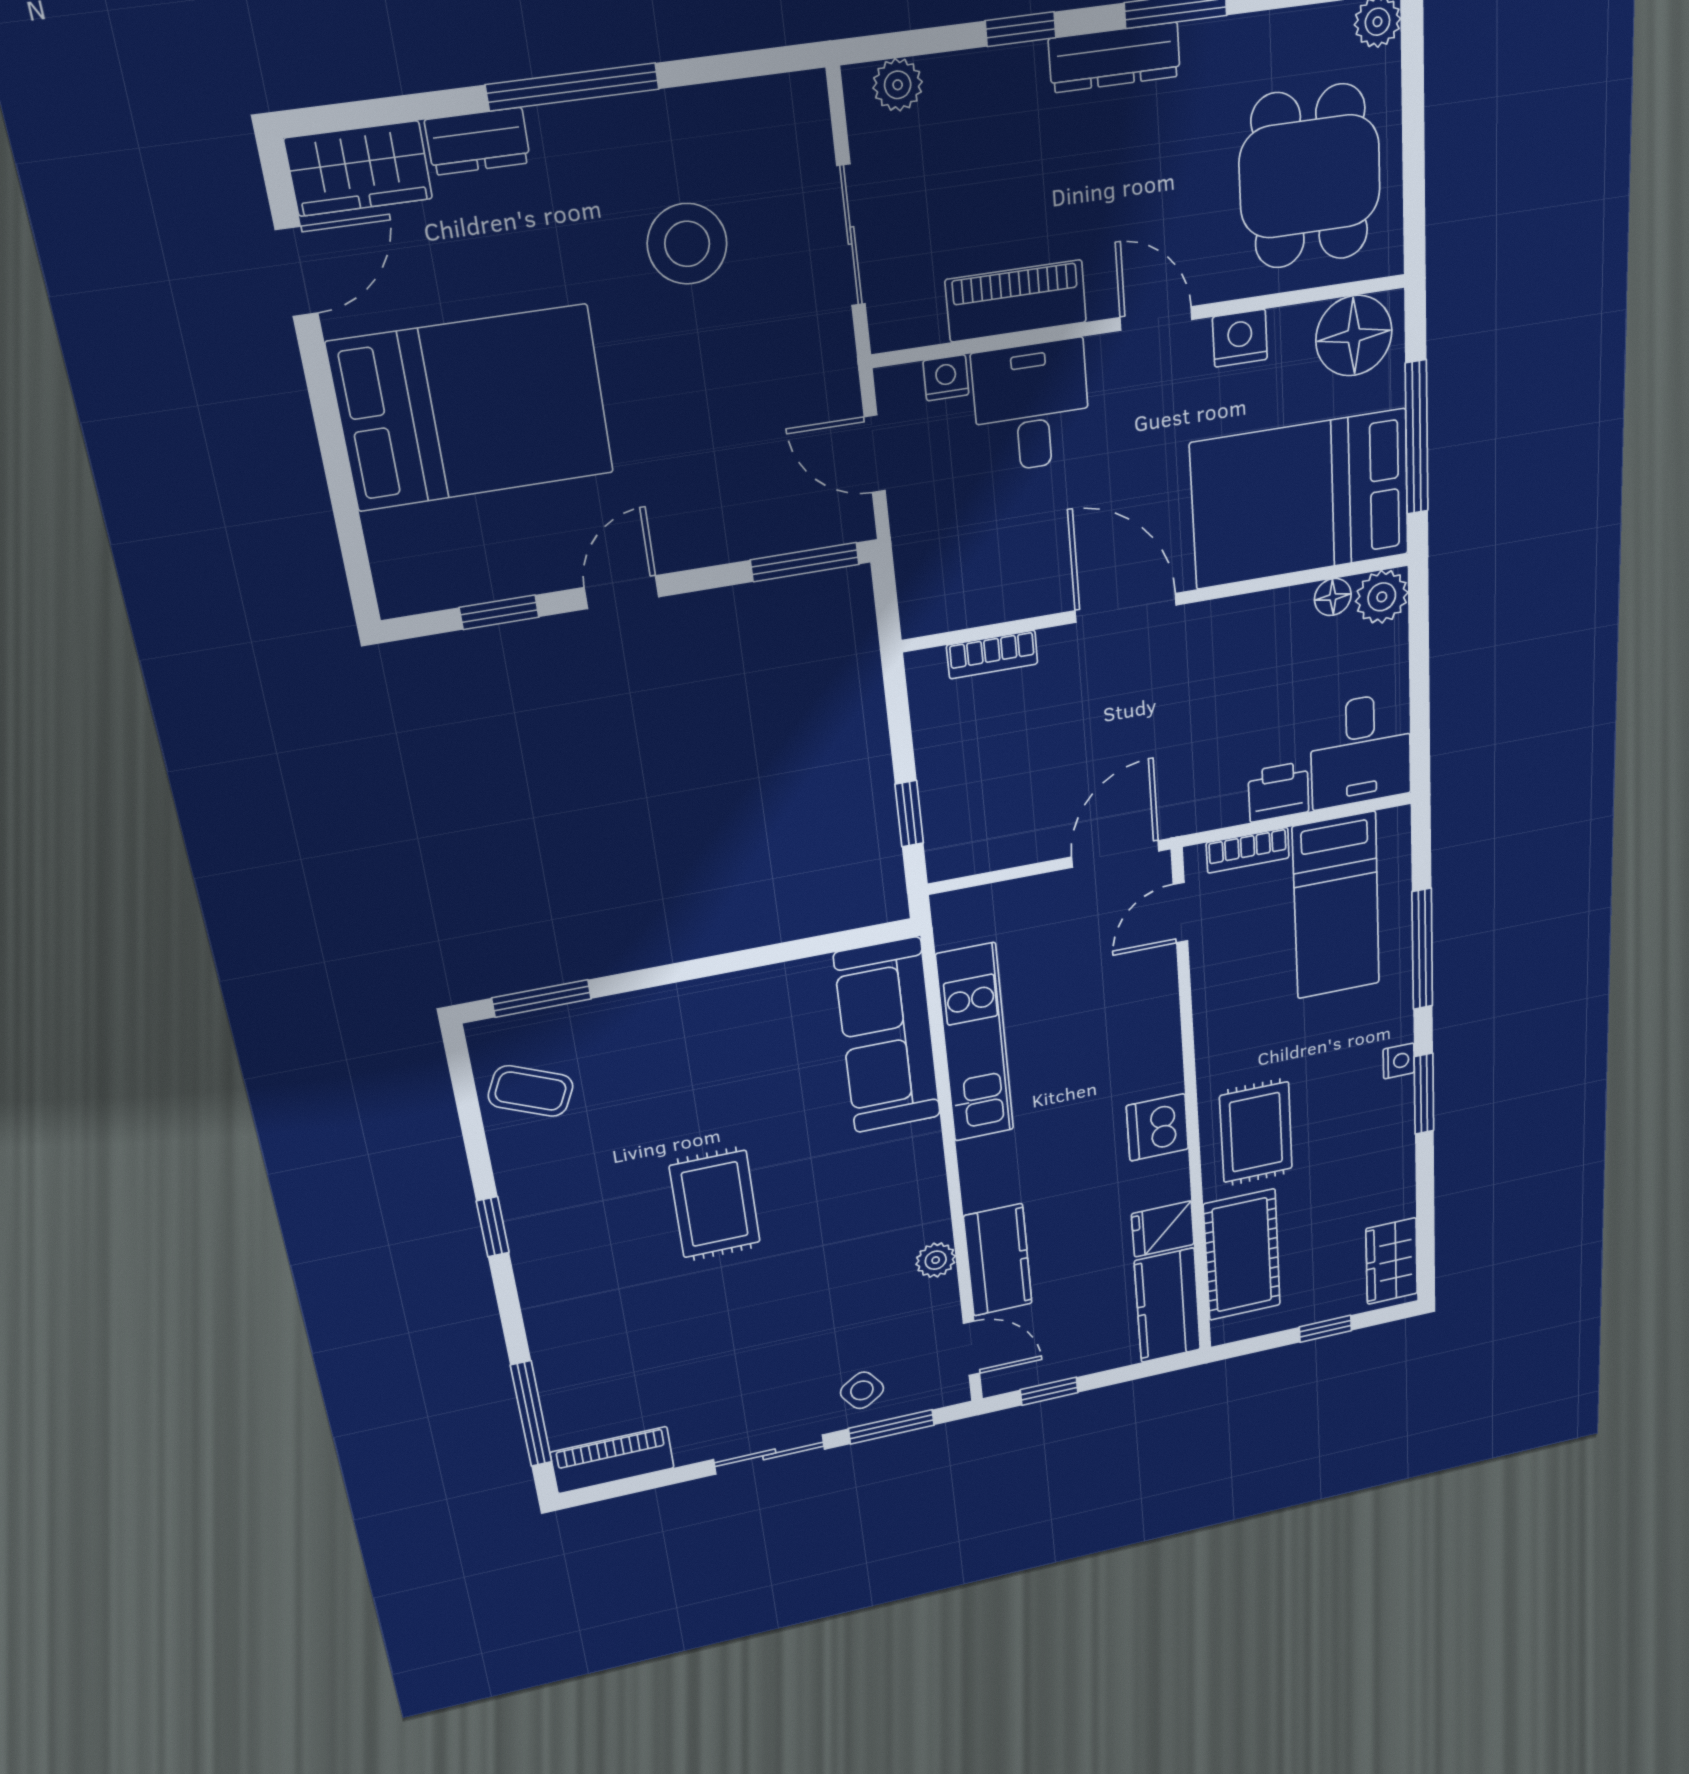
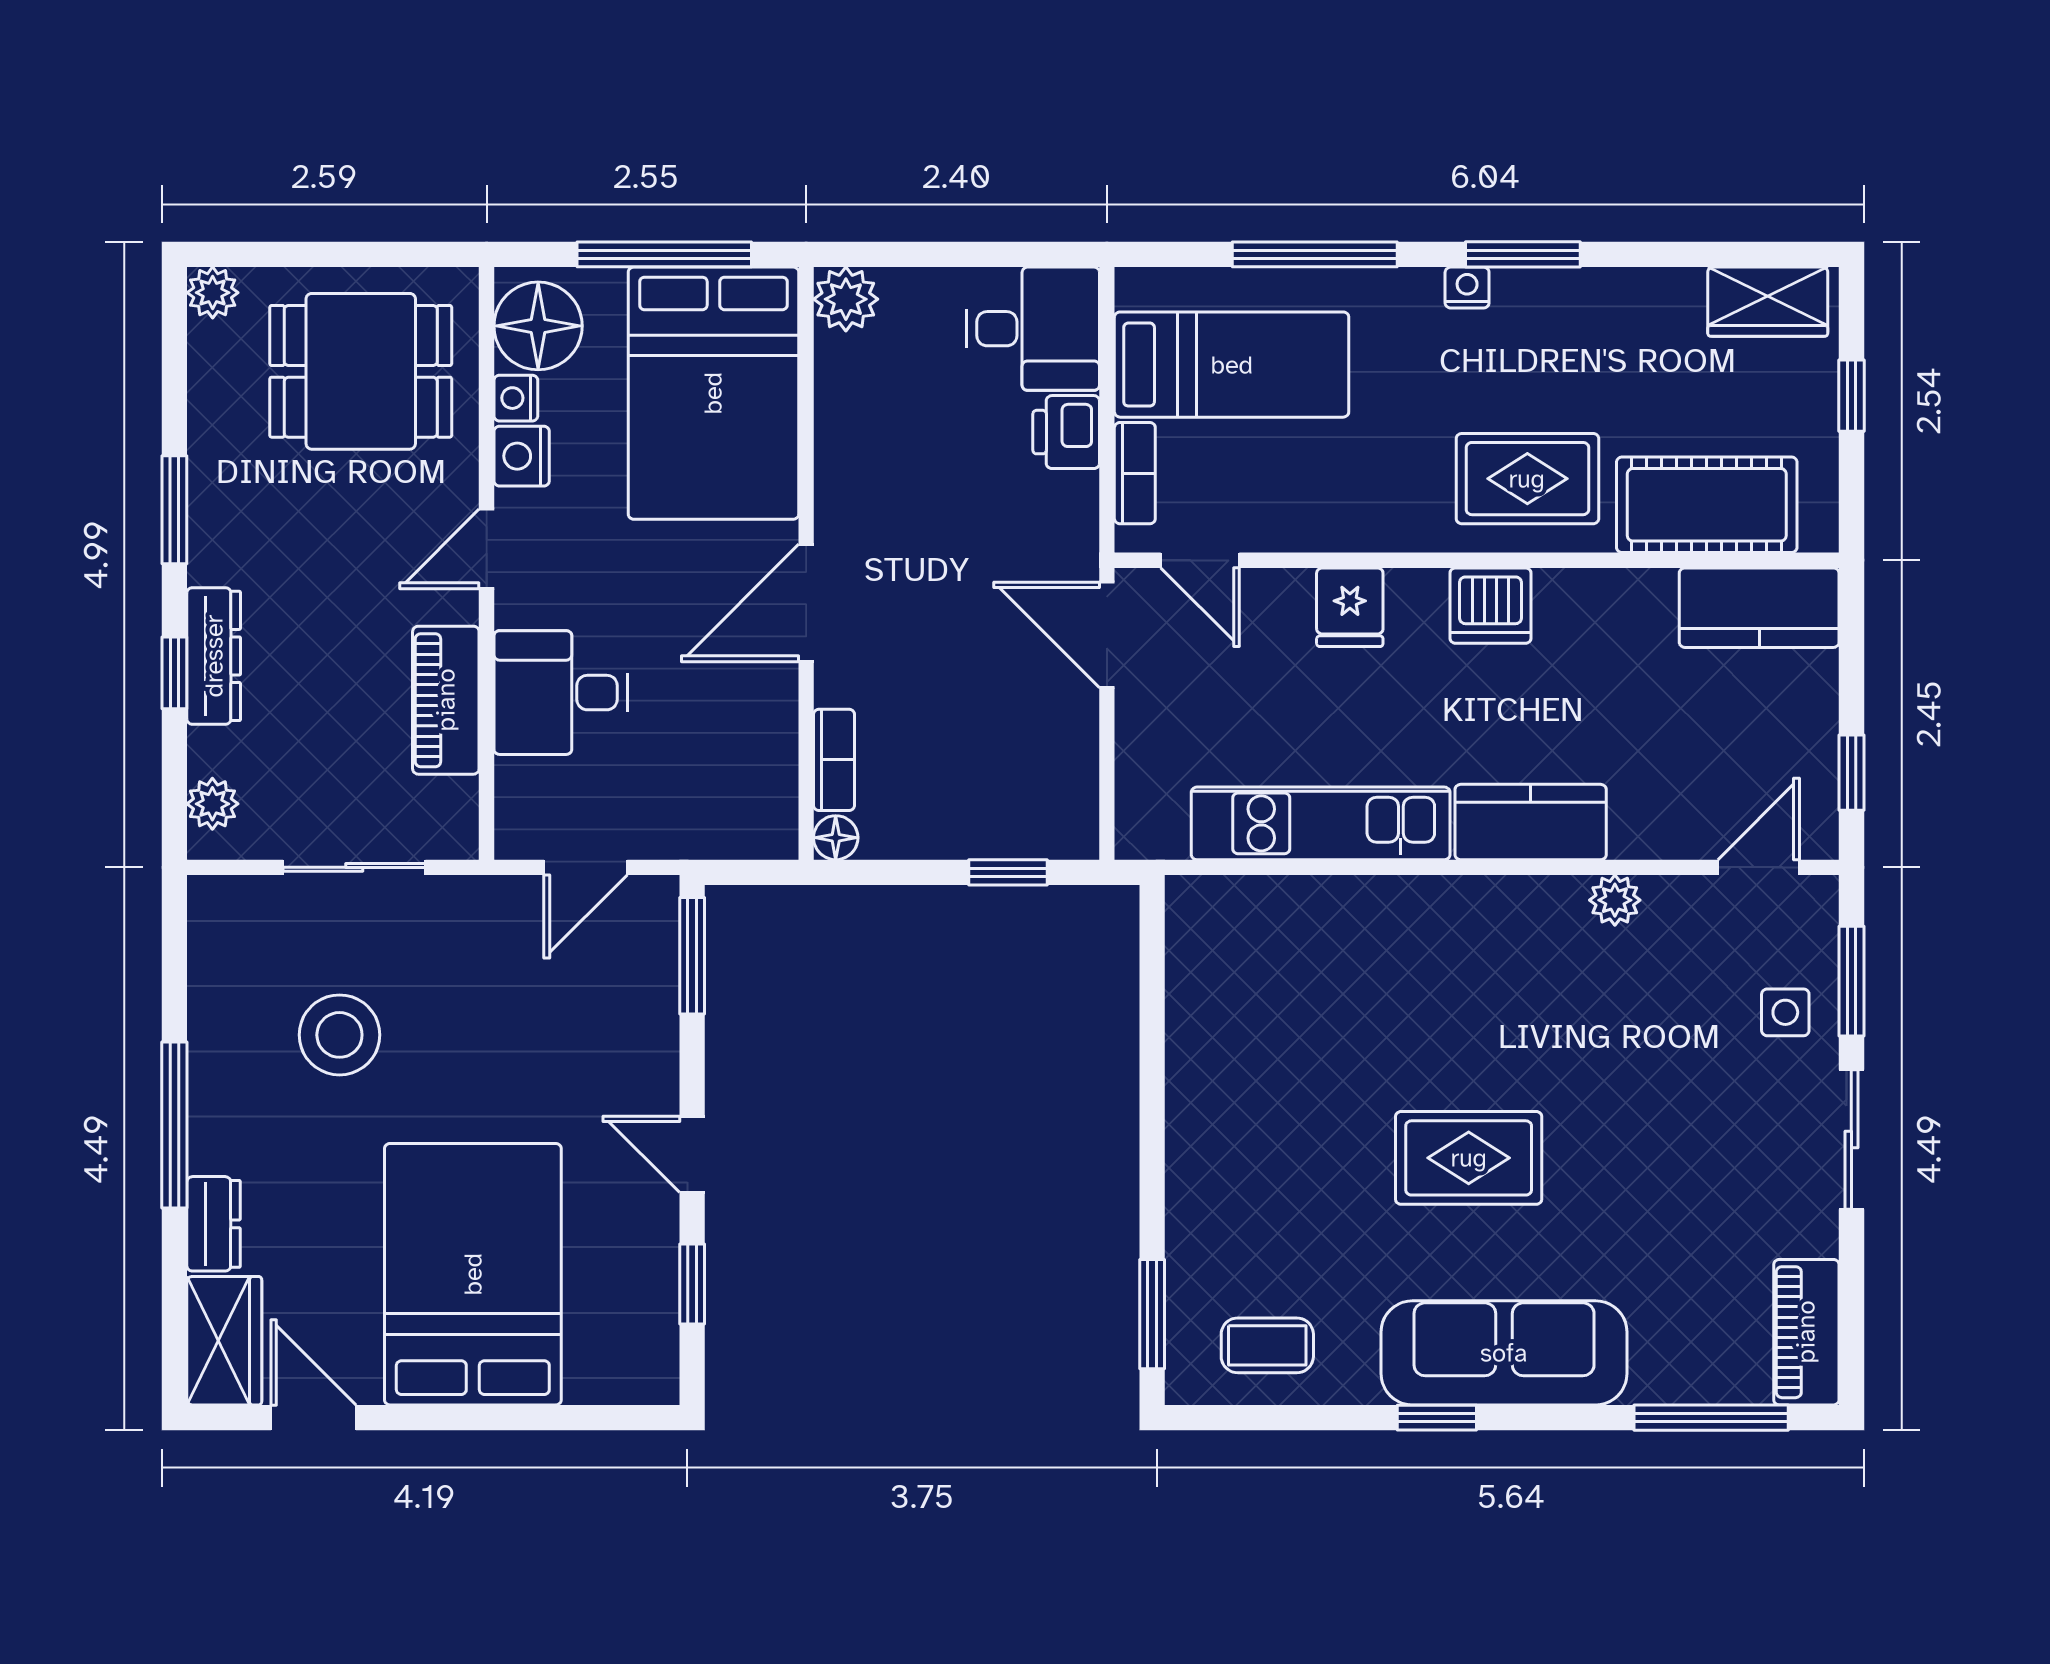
dresser: (1115, 57) -> (214, 656), moved
nightstand: (946, 378) -> (516, 398), moved
floor lamp: (1333, 597) -> (836, 838), moved
sofa: (887, 1036) -> (1504, 1353), moved, turned 180
coffee table: (531, 1091) -> (1267, 1345), turned 66
fridge: (1163, 1229) -> (1350, 607), moved
kitchen counter: (998, 1260) -> (1531, 822), moved
side table: (862, 1390) -> (1785, 1012), turned 35

